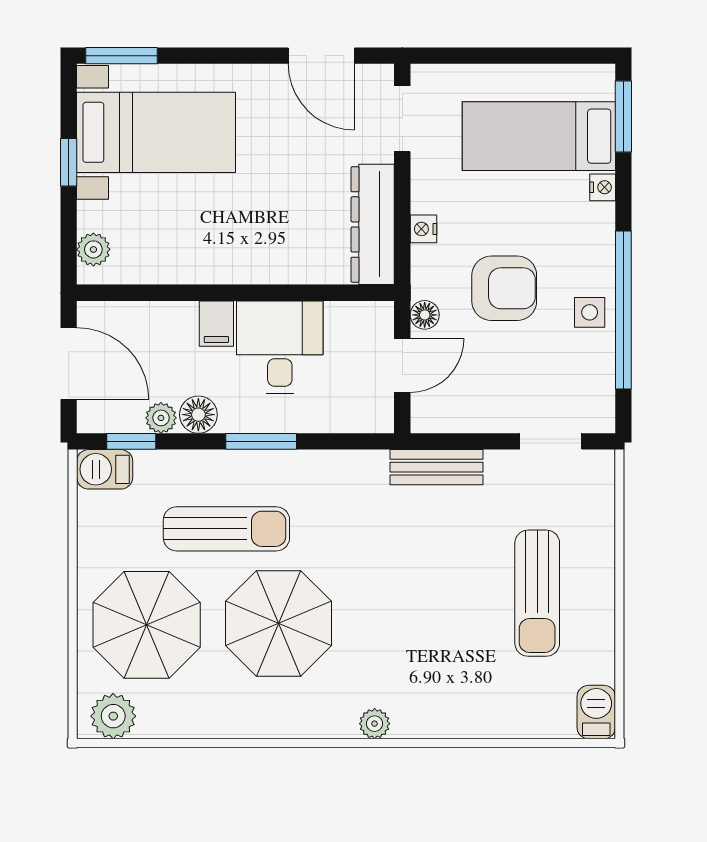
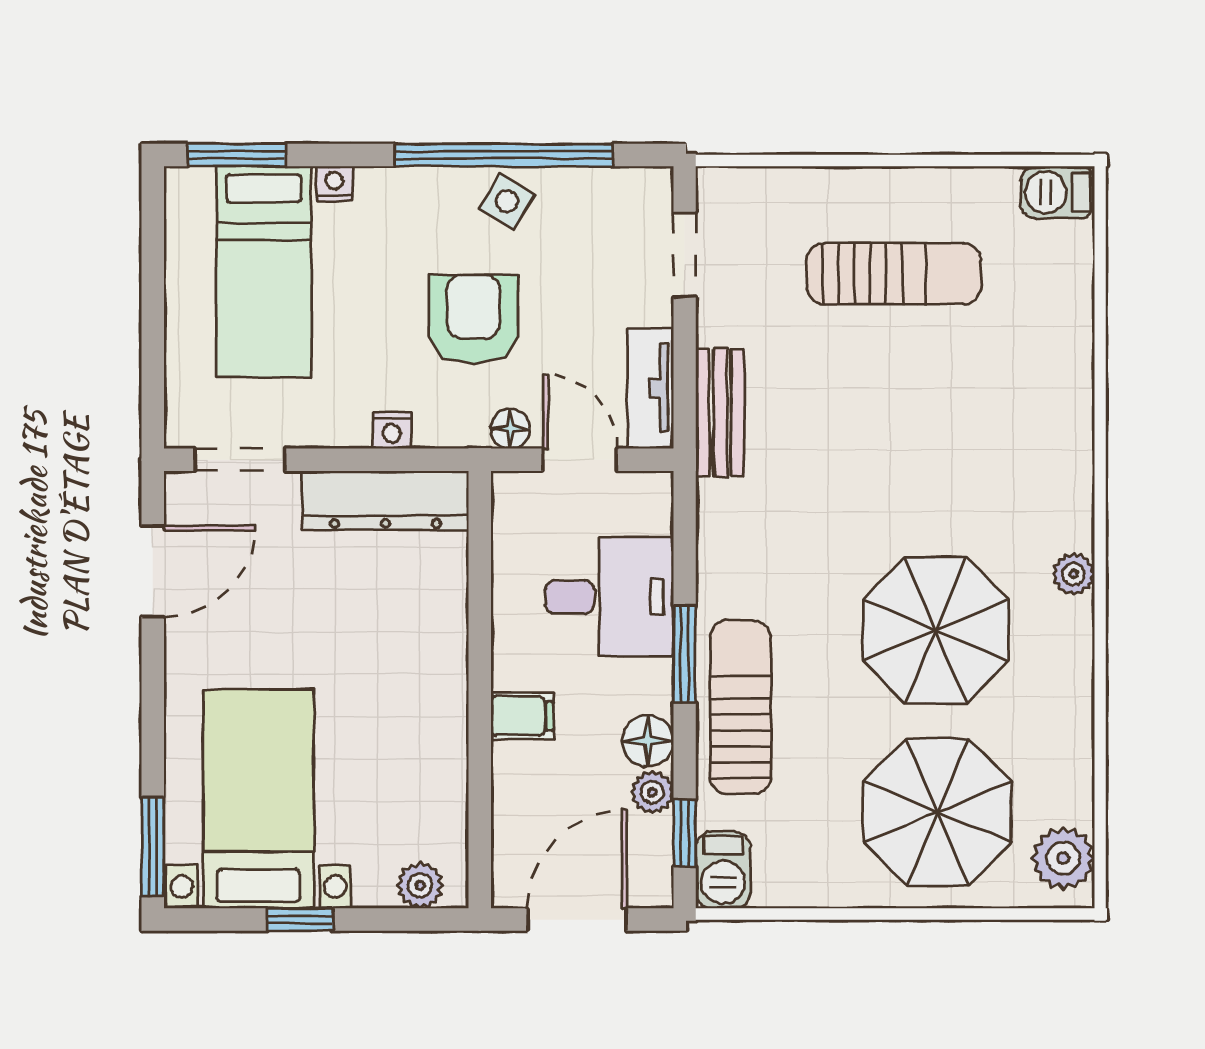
side table: (590, 312) -> (507, 201), turned 31
desk: (280, 347) -> (609, 597), moved, turned 180
tv unit: (454, 417) -> (650, 388), added
sun lounger: (226, 529) -> (741, 707), moved
plant: (375, 724) -> (1074, 574), moved

